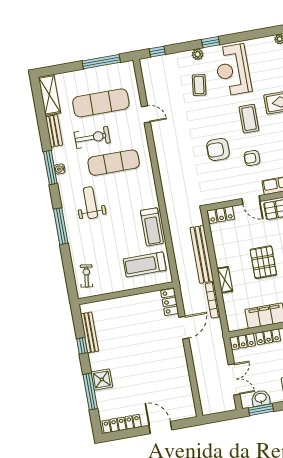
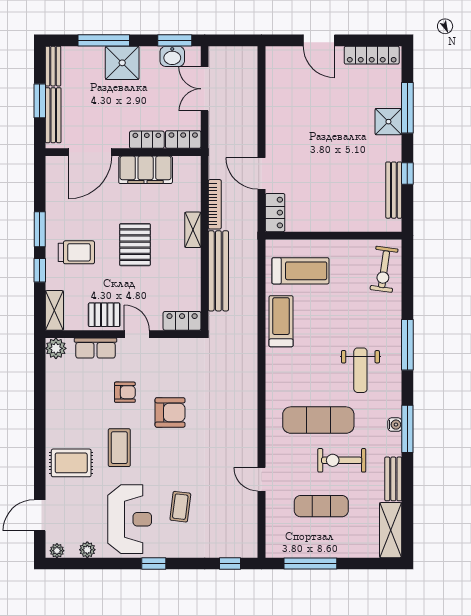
plant: (198, 54) -> (87, 550), moved
exercise mat: (101, 103) -> (321, 506), width x0.73, depth x0.69
exercise bike: (86, 276) -> (384, 269), width x1.38, depth x1.39
door: (184, 328) -> (261, 173), hinge flipped

